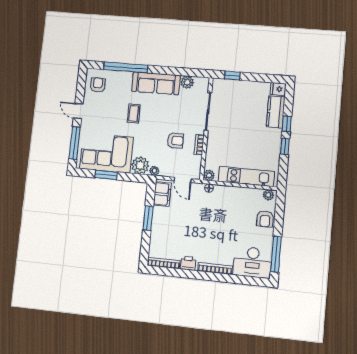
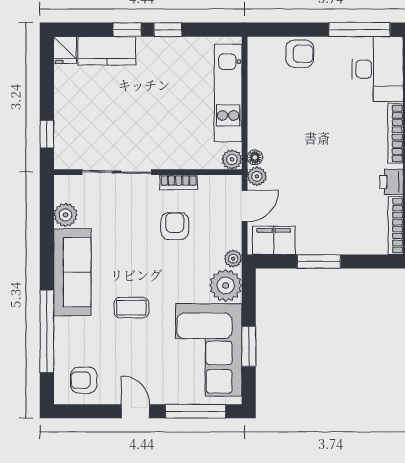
door: (78, 111) -> (136, 411), swing flipped
plant: (268, 195) -> (257, 176), moved

